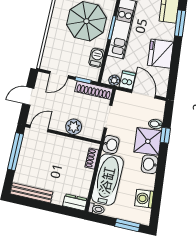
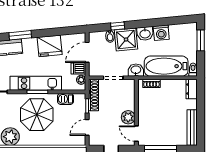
door: (59, 75) -> (87, 127), swing flipped
plant: (74, 127) -> (128, 117), moved
washing machine: (144, 199) -> (161, 33), moved

